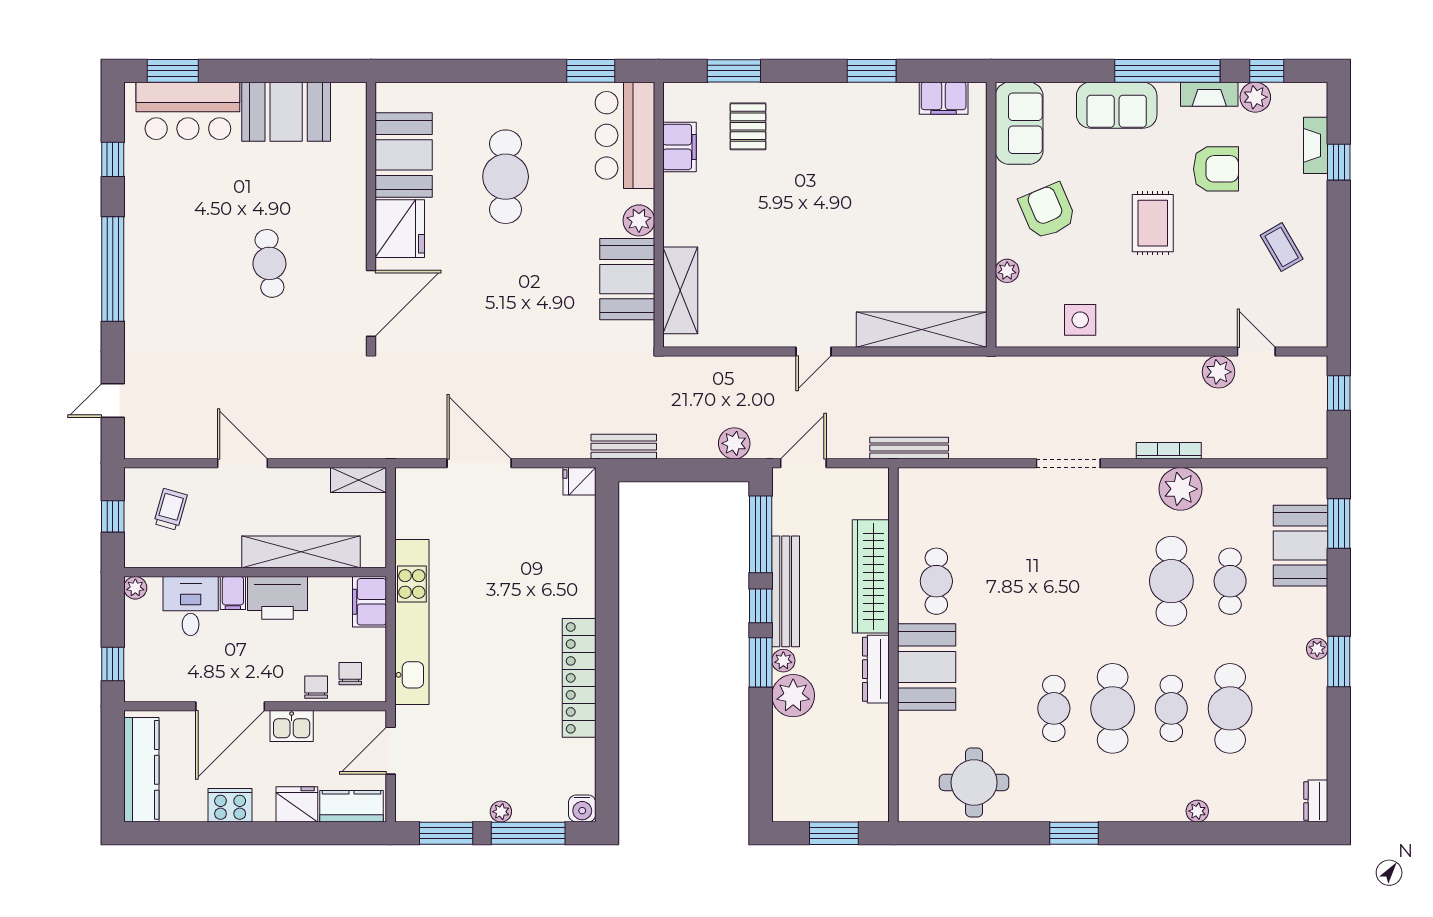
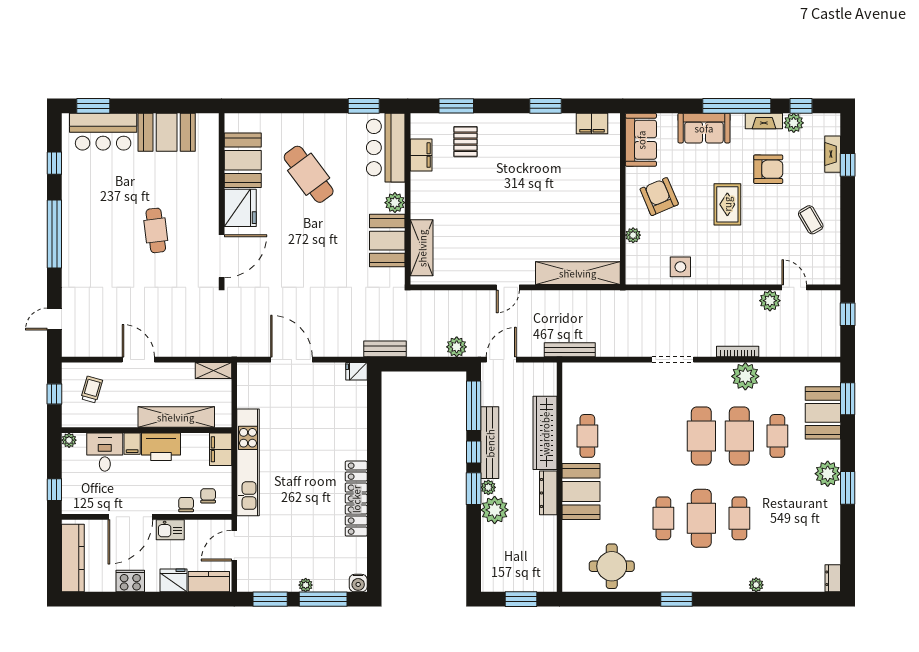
cafe table: (506, 177) -> (309, 174), turned -37
plant: (1317, 649) -> (828, 474), width x1.87, depth x1.87
cafe table: (1230, 708) -> (701, 436), moved

